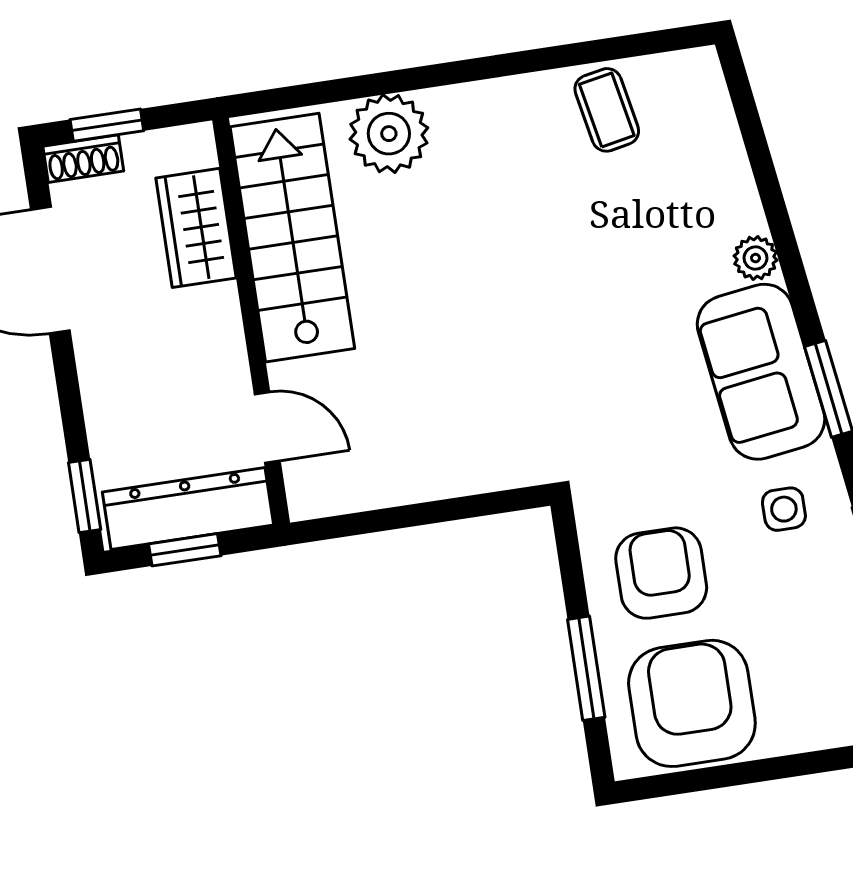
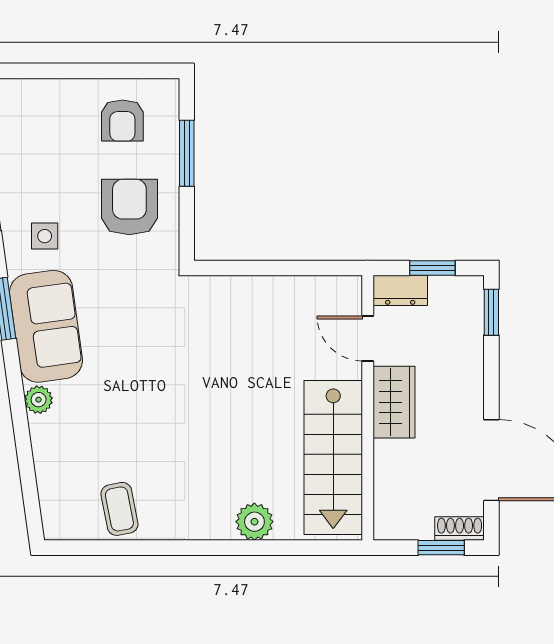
plant: (389, 134) -> (254, 522), width x0.73, depth x0.73
wardrobe: (196, 228) -> (394, 402), moved
dresser: (188, 509) -> (400, 290), width x0.51, depth x0.80
armchair: (661, 573) -> (129, 207), turned 180
armchair: (692, 703) -> (122, 121), width x0.53, depth x0.53

